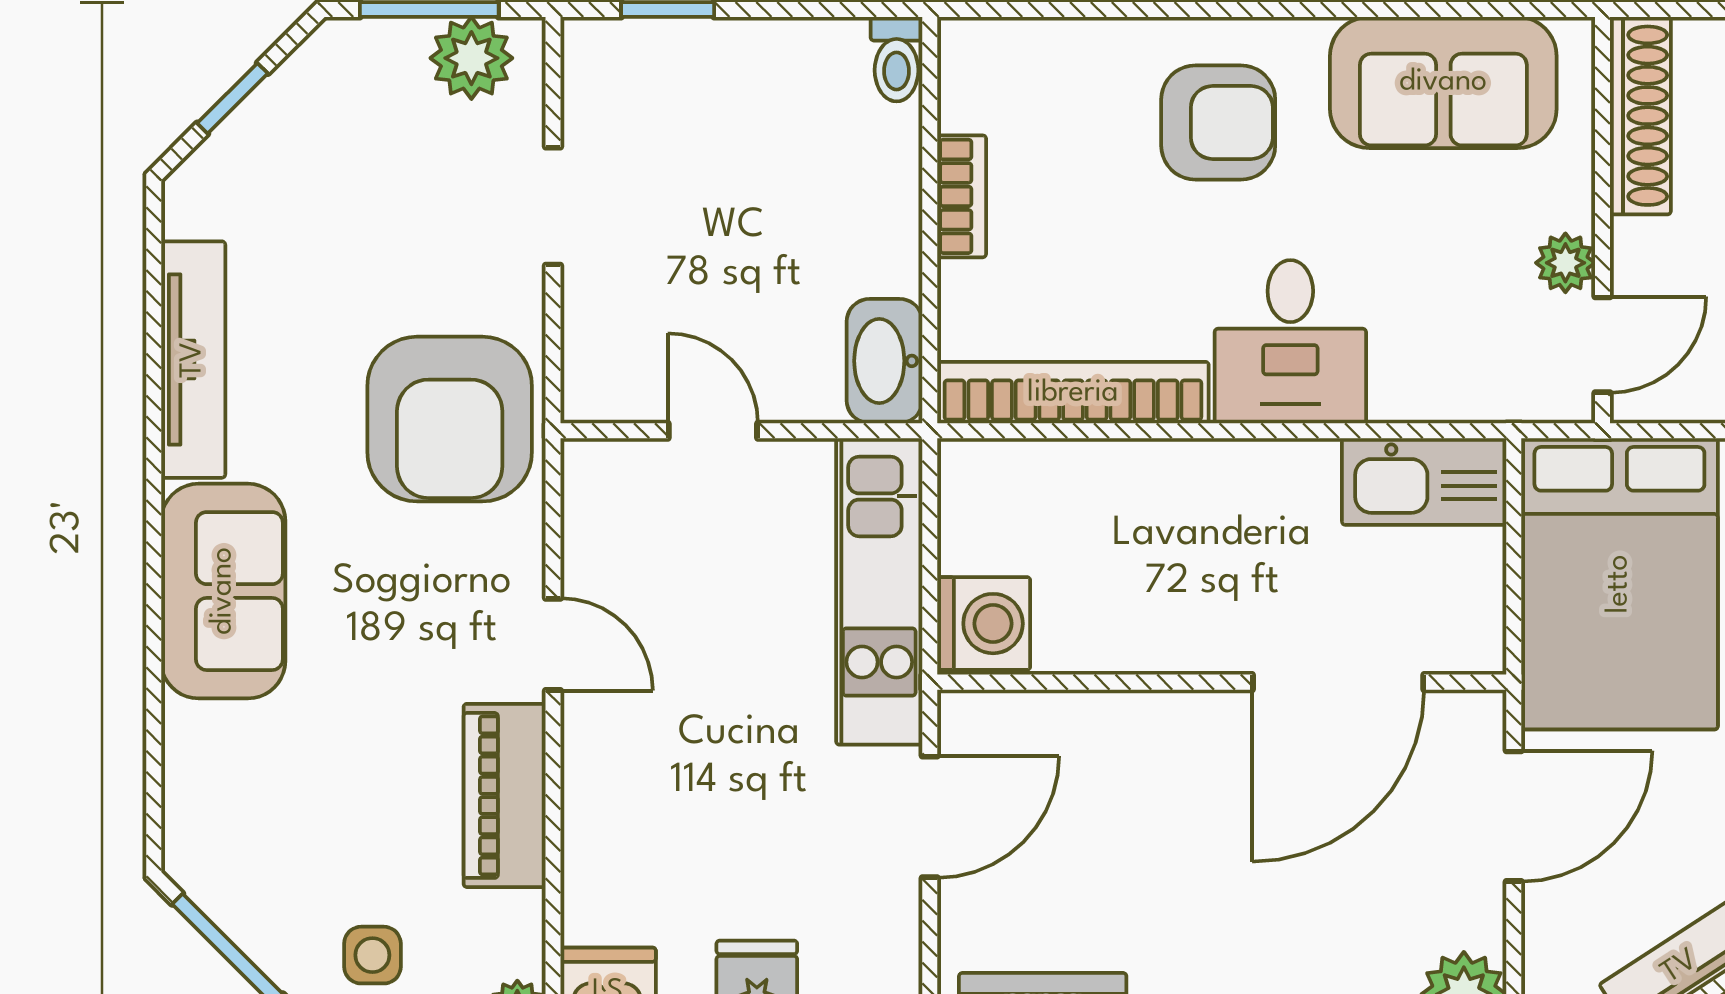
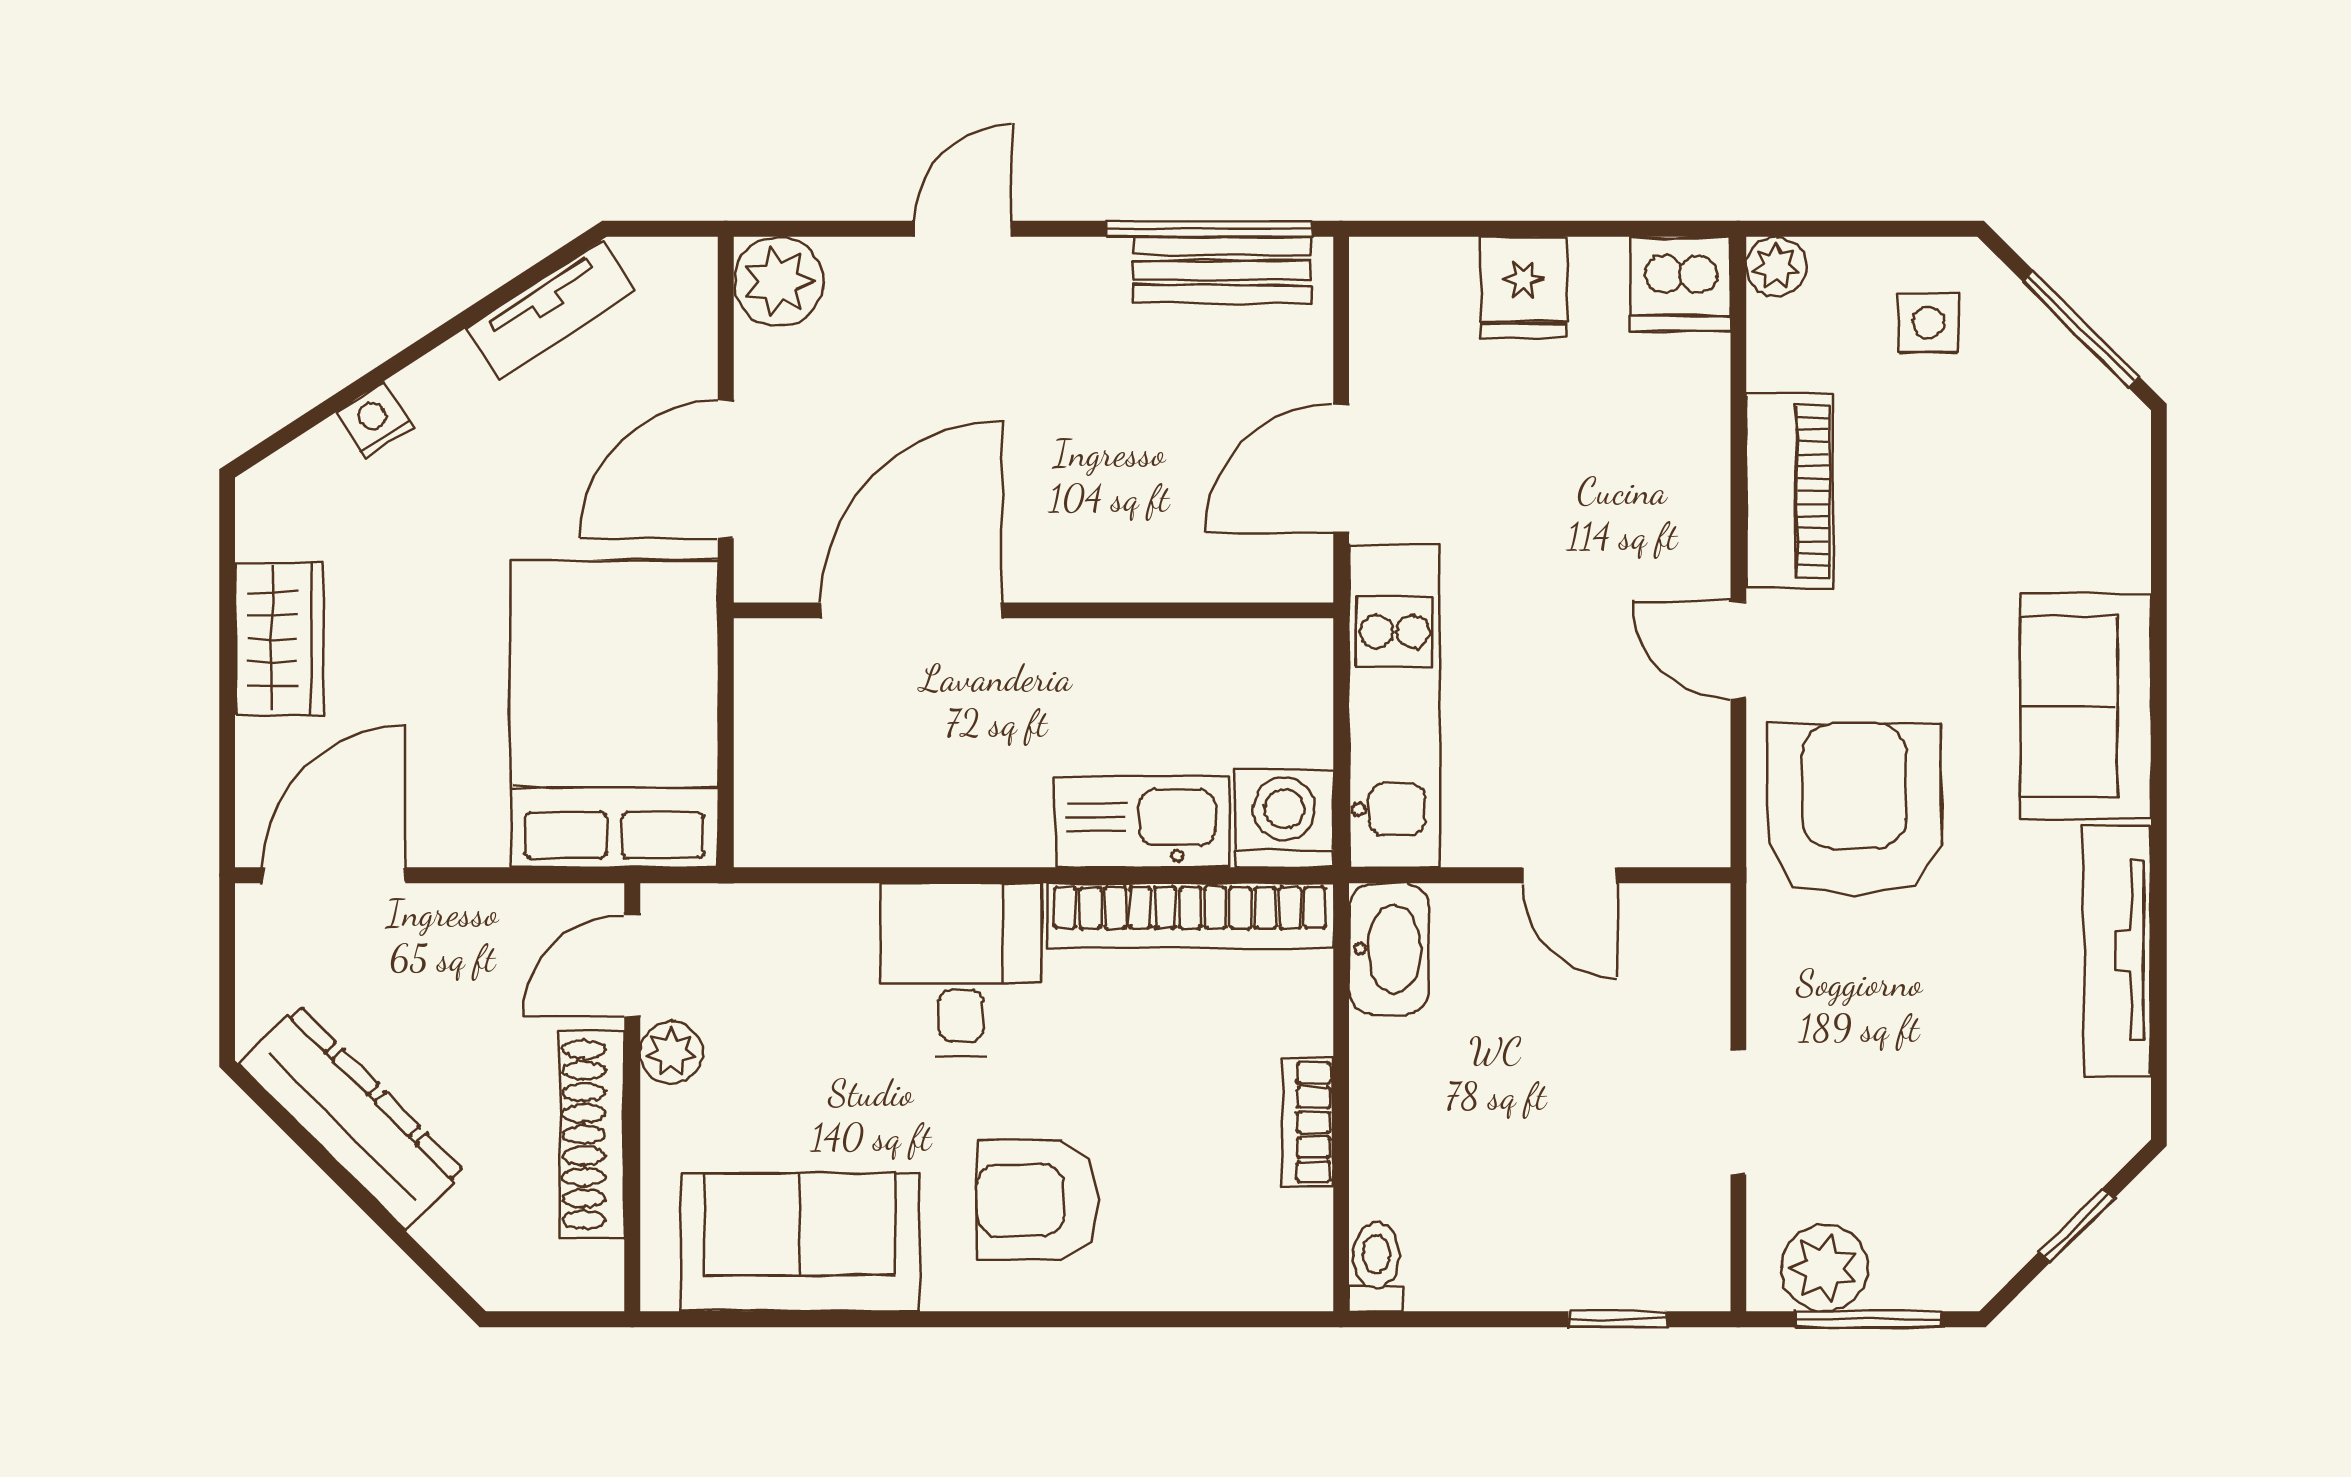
shoe rack: (1640, 116) -> (592, 1135), moved
armchair: (450, 419) -> (1855, 810), moved
kitchen sink: (1424, 482) -> (1142, 822), moved
washing machine: (984, 624) -> (1284, 819), moved, turned 90

